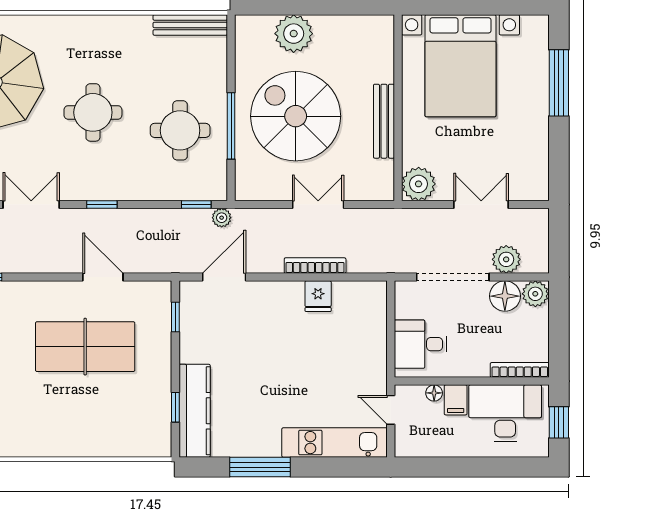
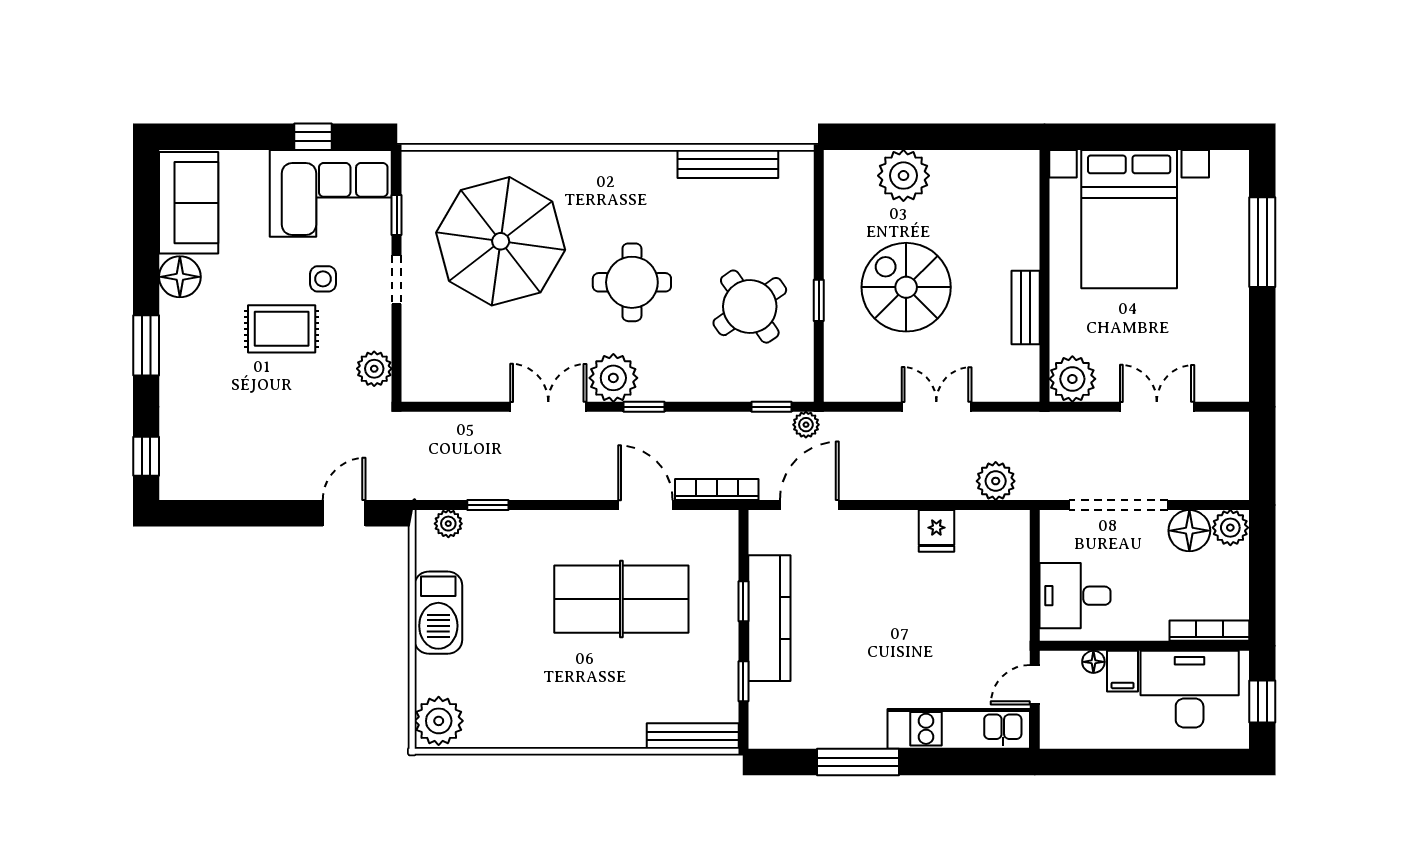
bench: (190, 25) -> (728, 164), moved
spiral stairs: (296, 116) -> (906, 287), width x0.73, depth x0.73
bench: (384, 121) -> (1026, 307), width x0.73
window: (231, 126) -> (819, 300), width x0.46
round table: (180, 130) -> (750, 307), turned -35
plant: (79, 183) -> (613, 378), added
plant: (506, 259) -> (996, 481), moved
bookcase: (315, 266) -> (717, 489), moved
window: (175, 317) -> (743, 601), moved
door: (391, 410) -> (1035, 685), hinge flipped
kitchen counter: (195, 411) -> (769, 618), moved
bench: (138, 448) -> (693, 736), added

